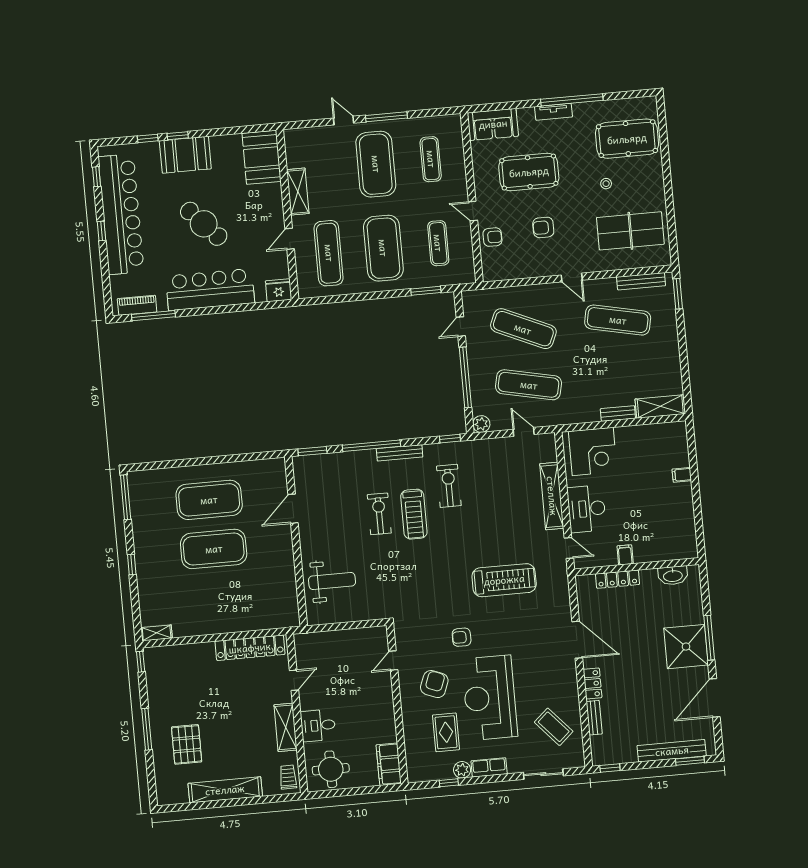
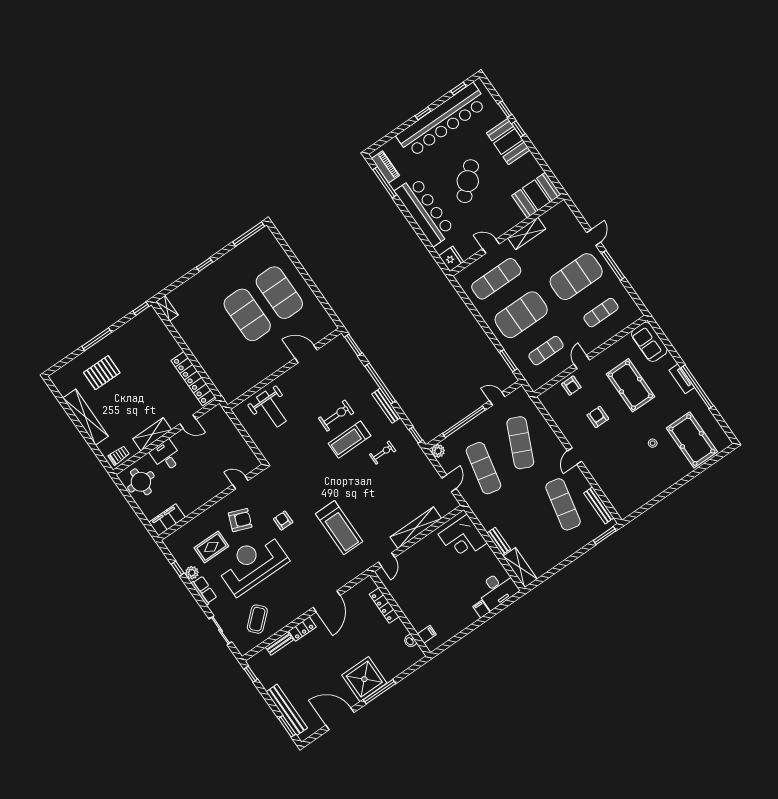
table tennis table: (630, 231) -> (630, 478), removed
exercise bike: (449, 486) -> (383, 453), width x0.73, depth x0.72
desk: (587, 509) -> (497, 589), moved, turned 180
filing cabinet: (625, 555) -> (427, 634), moved
washbasin: (673, 576) -> (410, 641), width x0.52, depth x0.69

